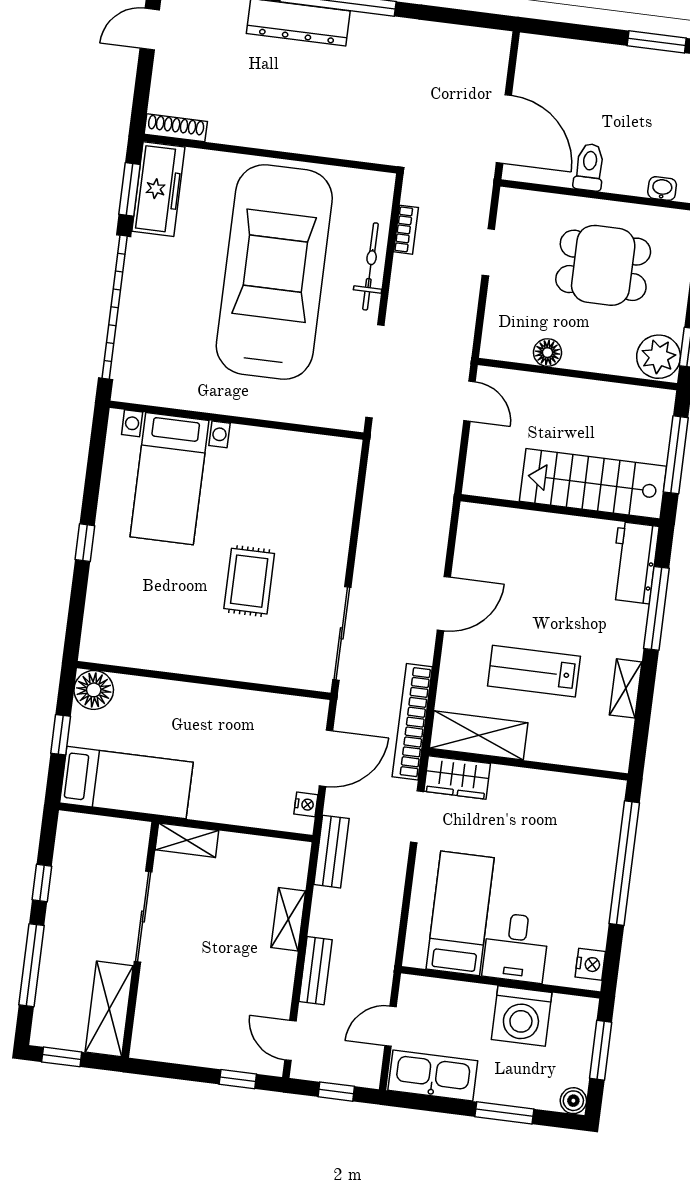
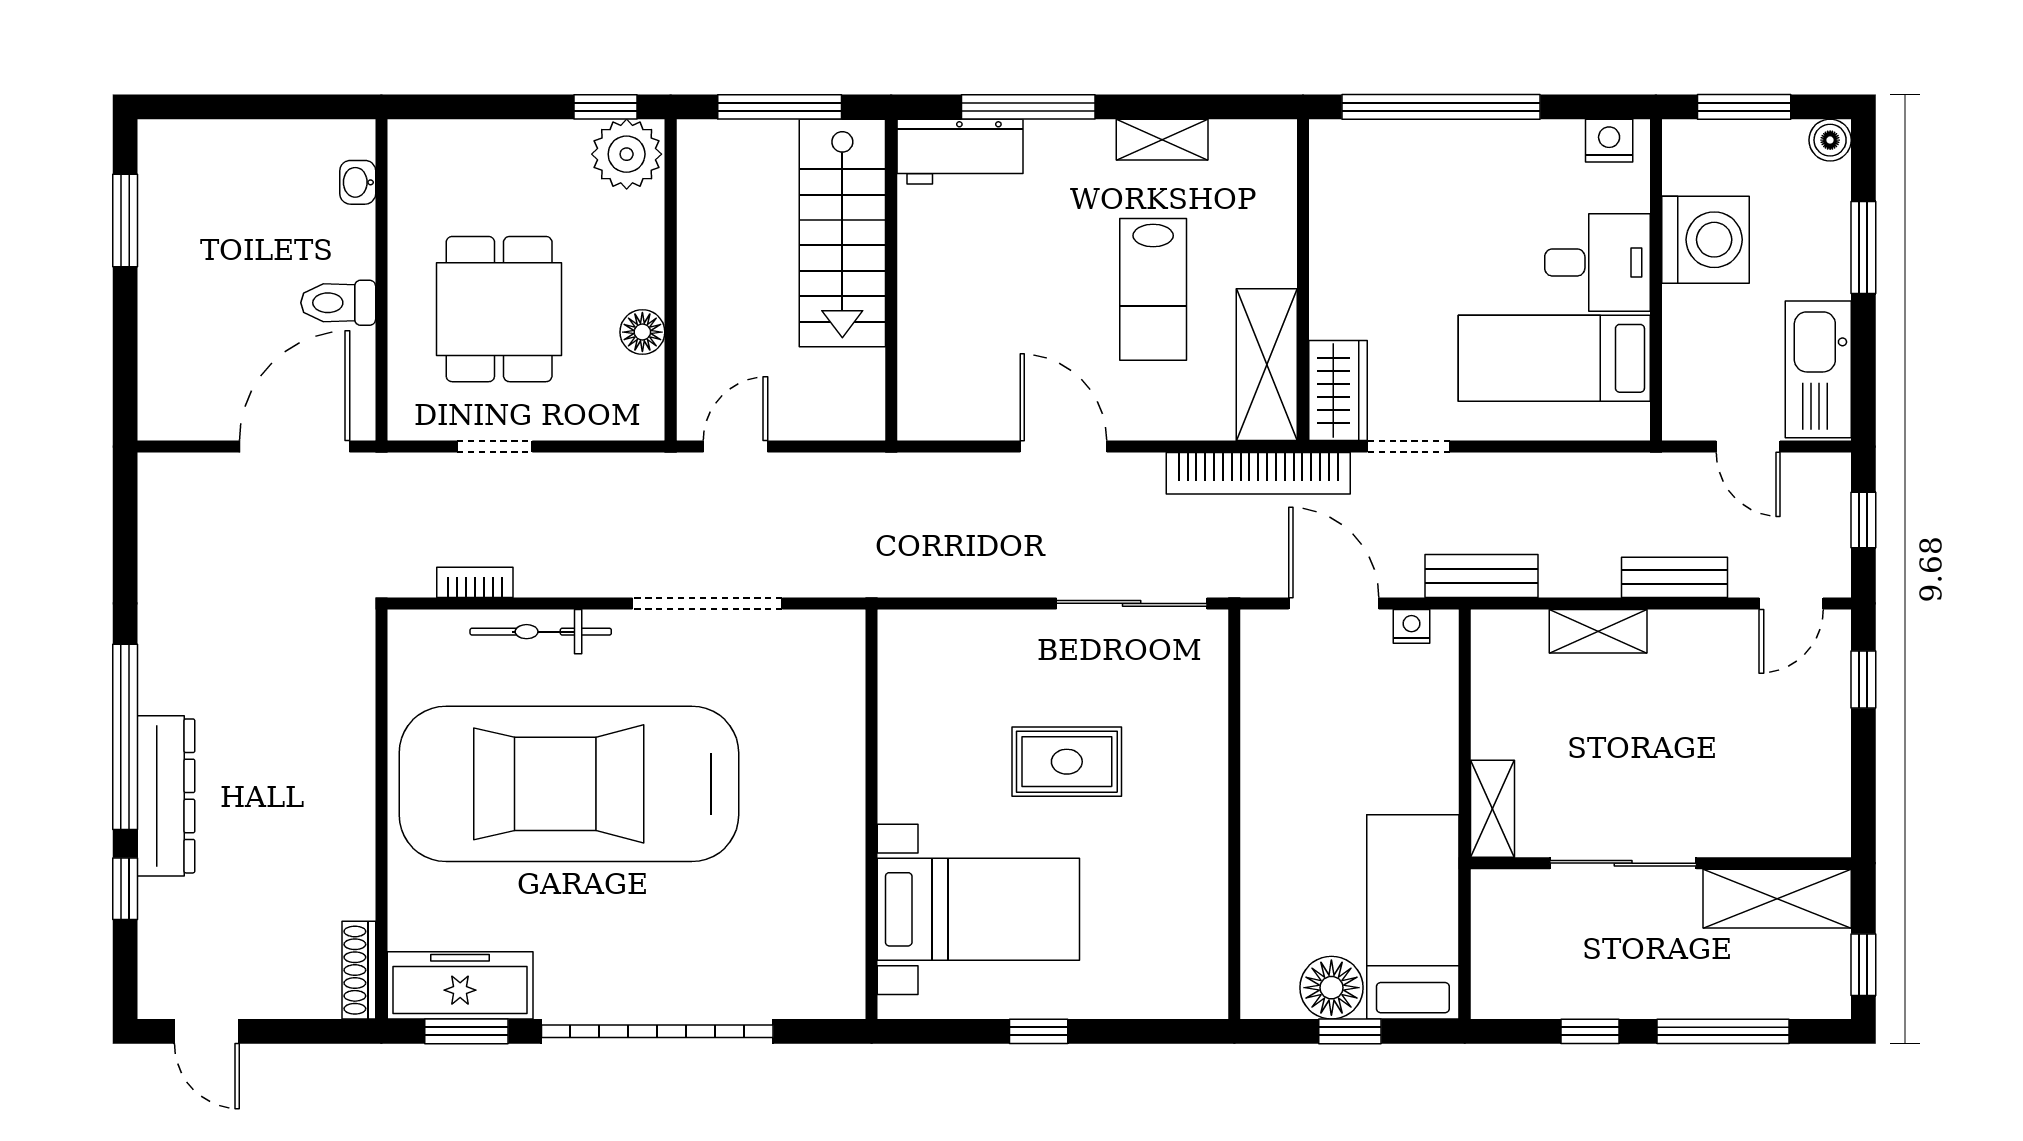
dining table: (603, 265) -> (499, 309), moved
wall: (237, 420) -> (872, 814), moved
bed with nightstands: (170, 479) -> (978, 909), moved
floor lamp: (94, 690) -> (1331, 988), moved

